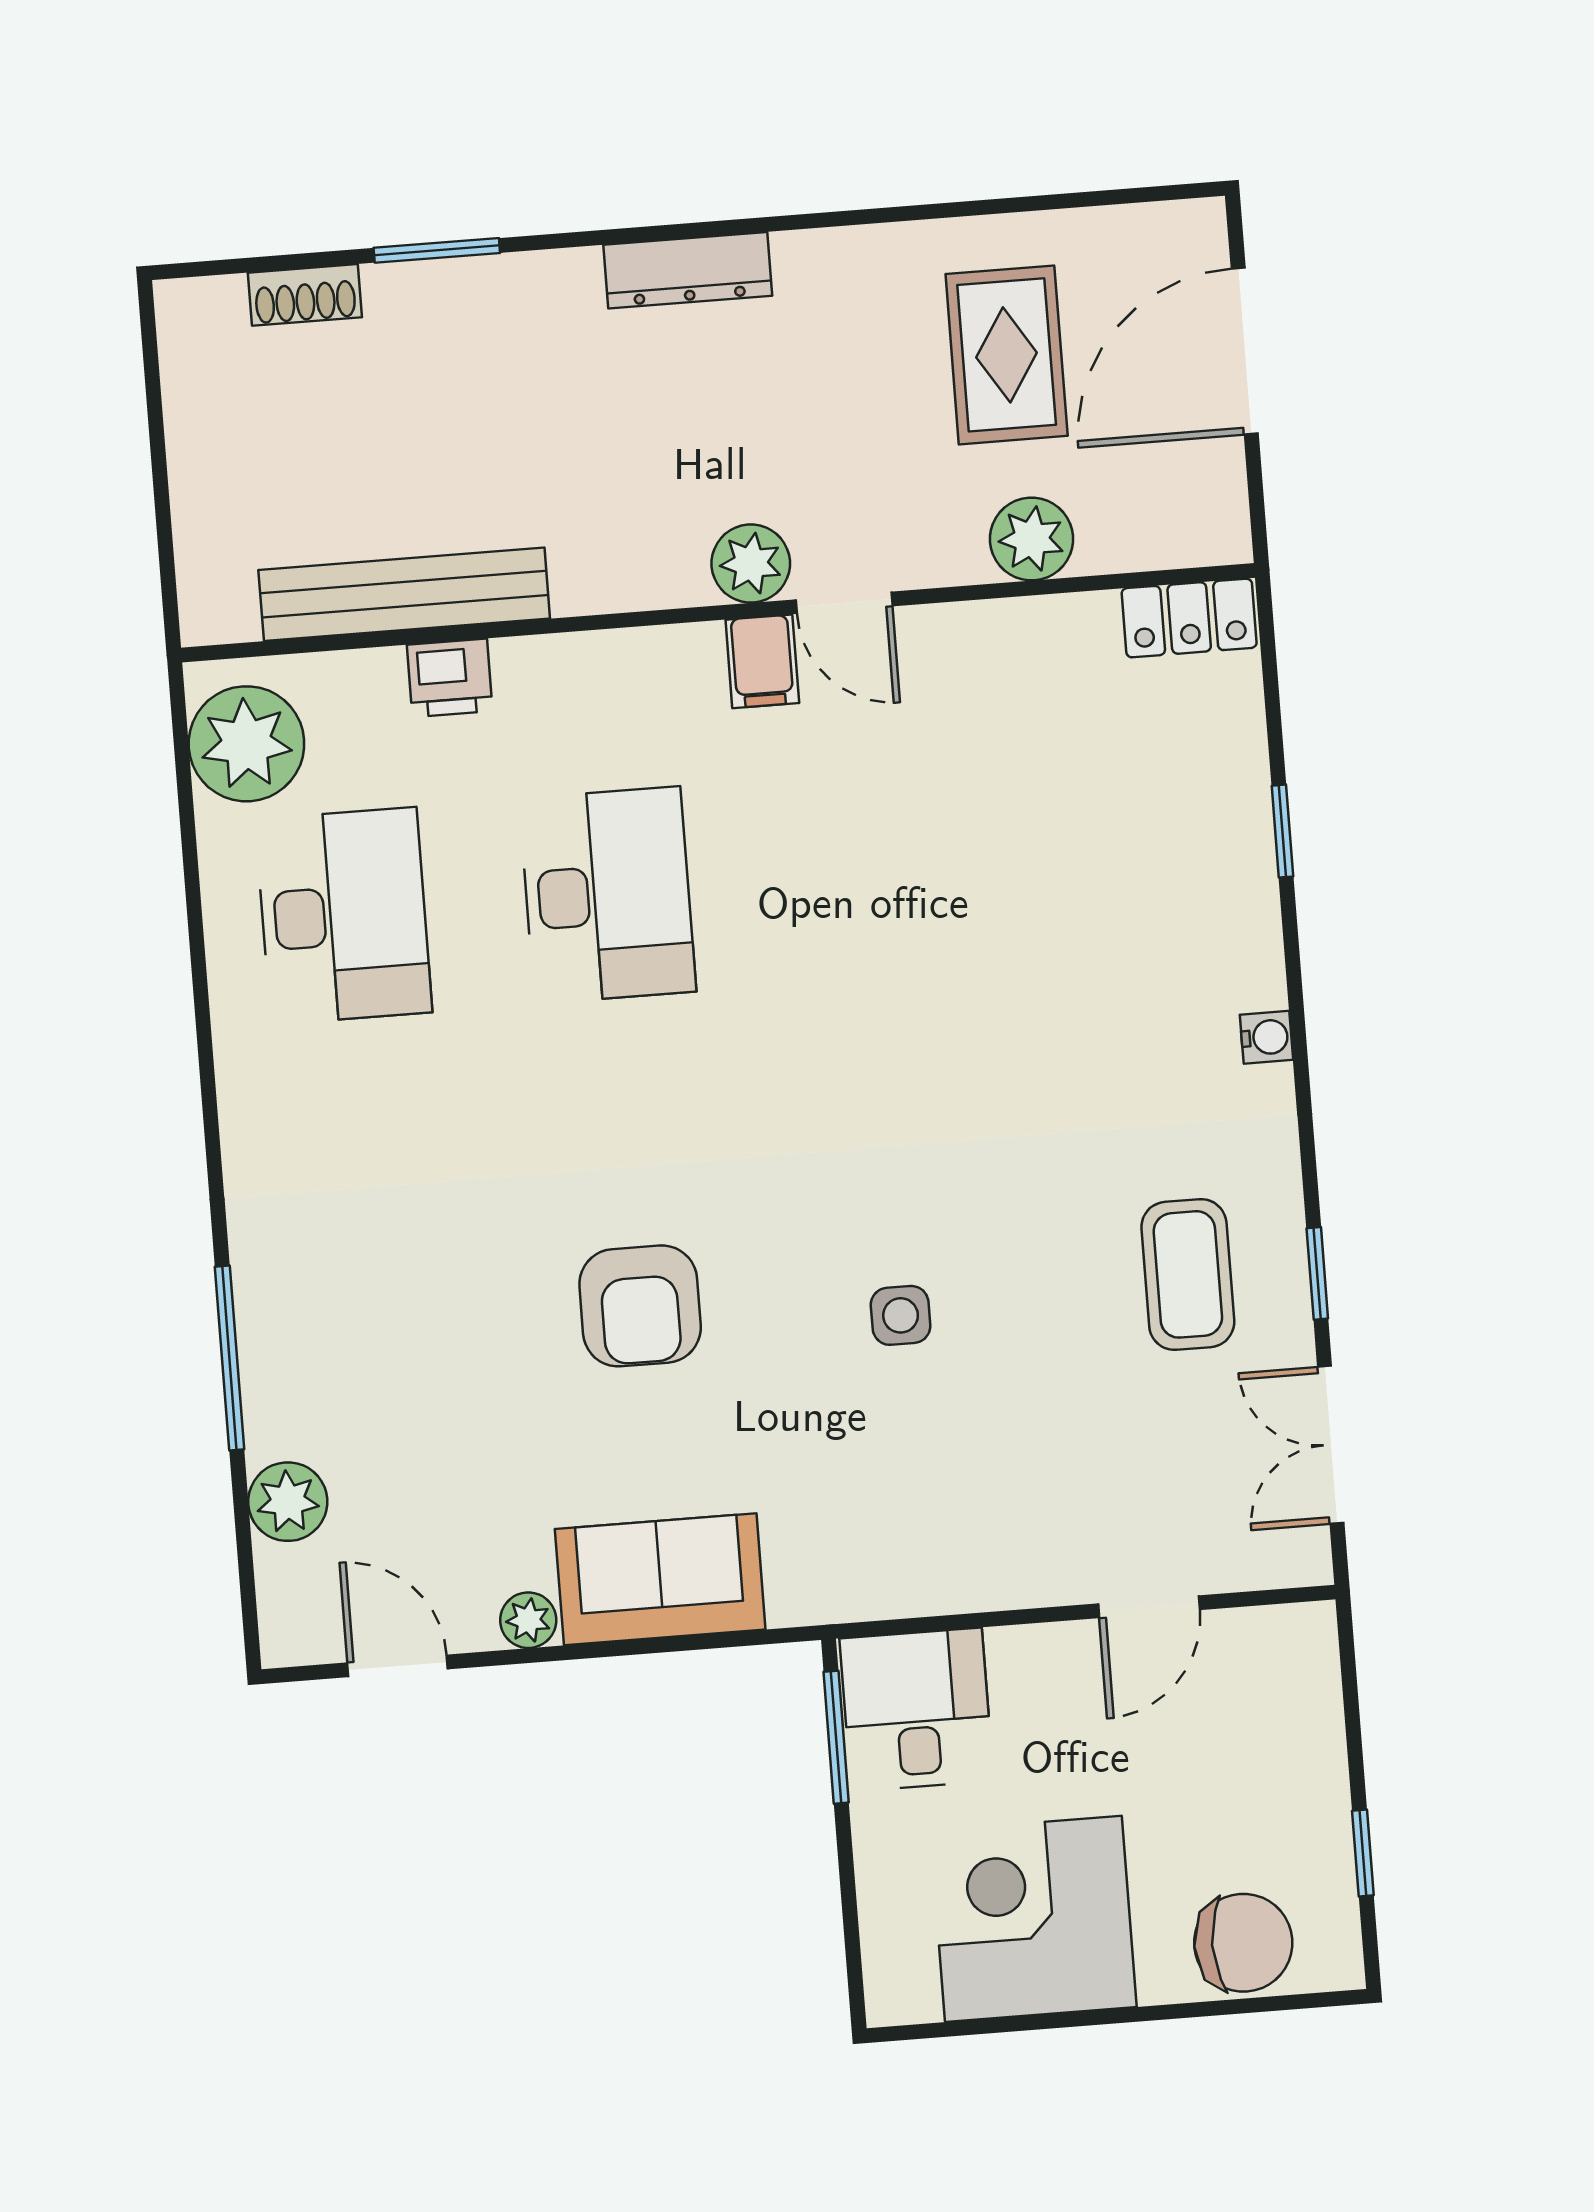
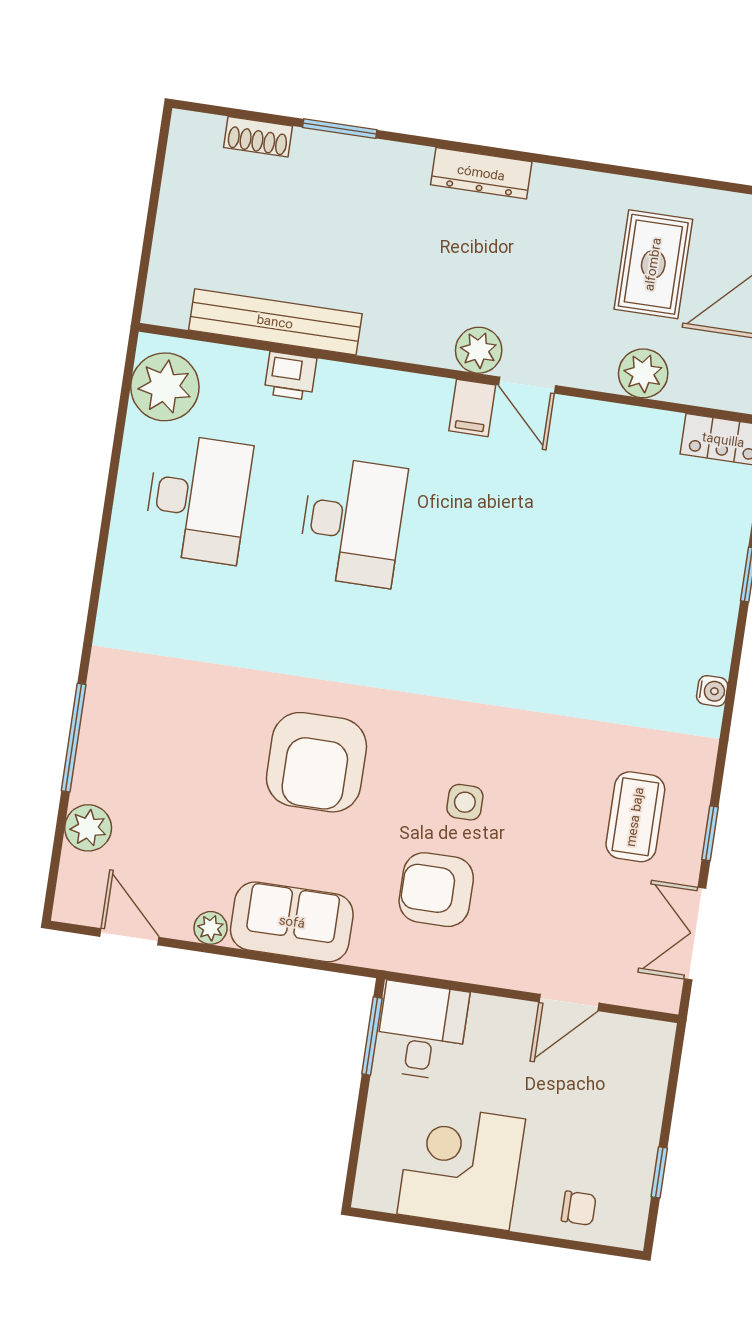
armchair: (640, 1306) -> (316, 762), width x1.36, depth x1.36
armchair: (887, 1471) -> (436, 890), added
chair: (1243, 1943) -> (579, 1208), width x0.54, depth x0.54

